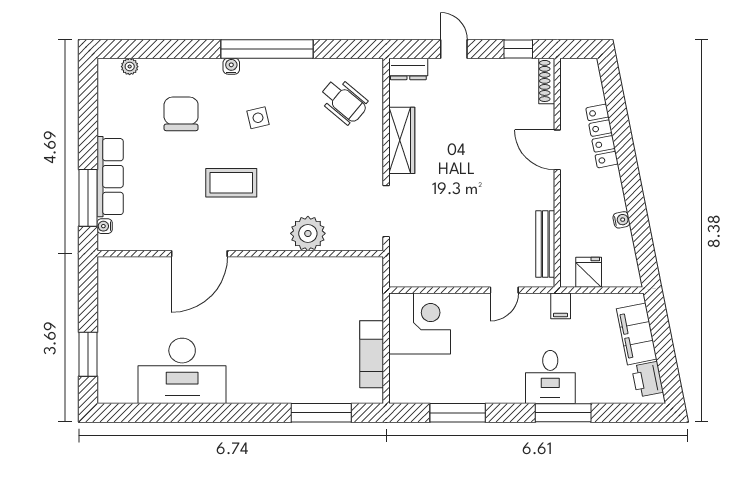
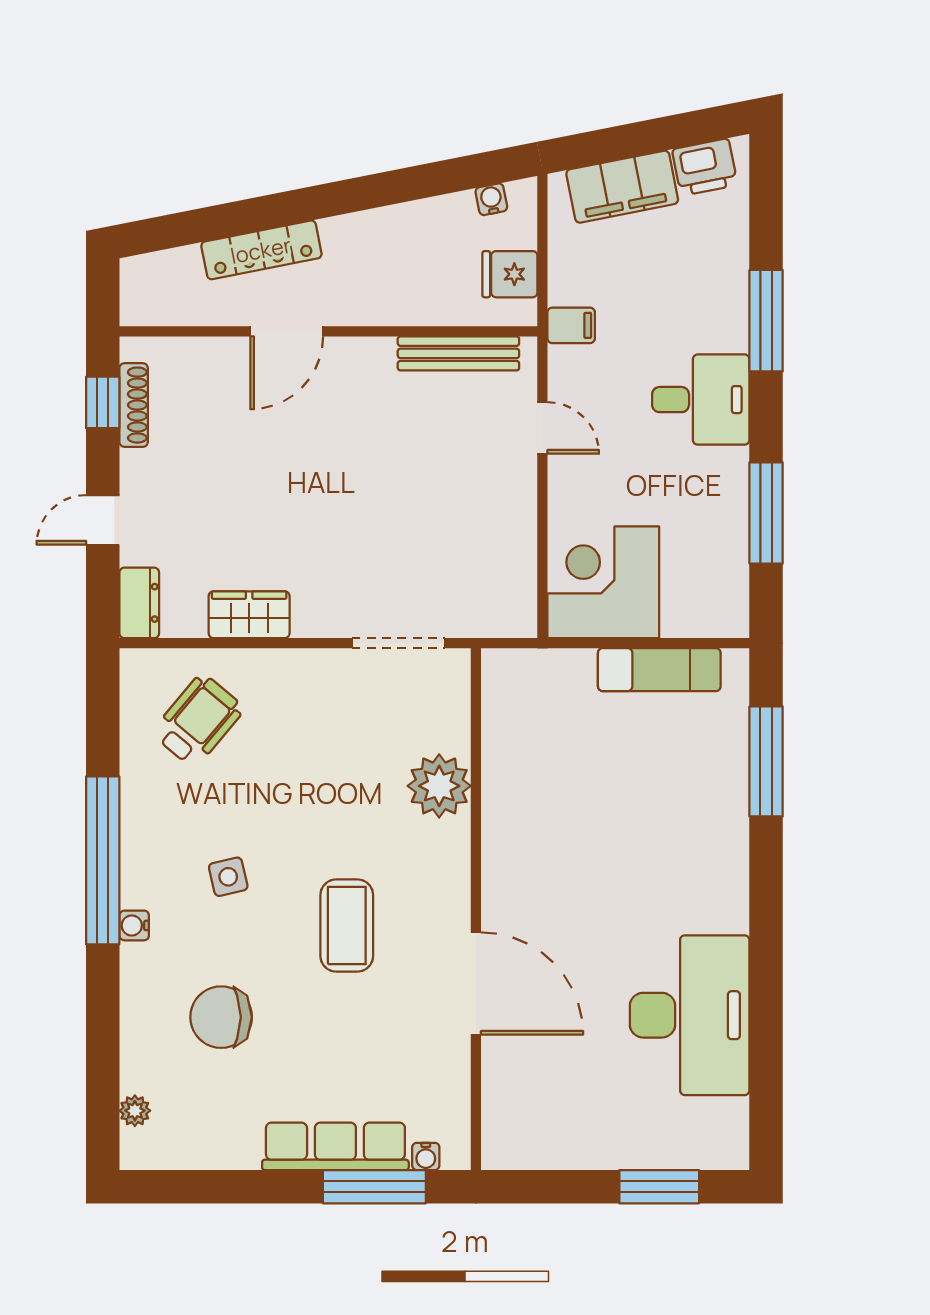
shoe rack: (547, 81) -> (134, 405), moved, turned -90
wardrobe: (402, 140) -> (249, 615), width x0.67
water cooler: (621, 220) -> (491, 199), moved
desk: (550, 377) -> (701, 400), moved

